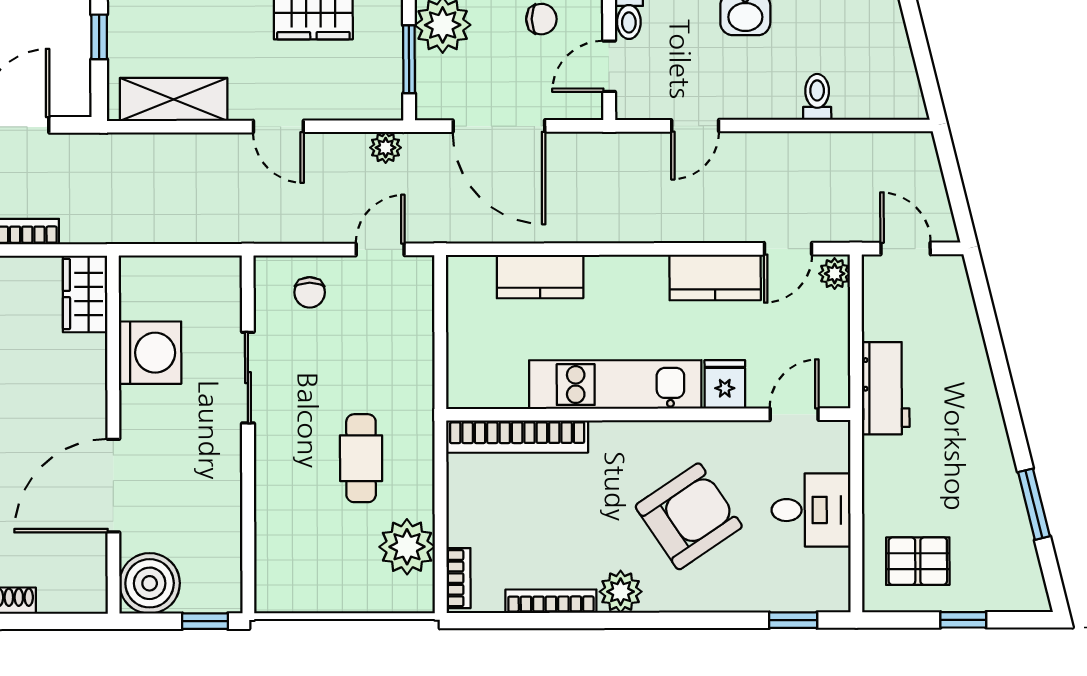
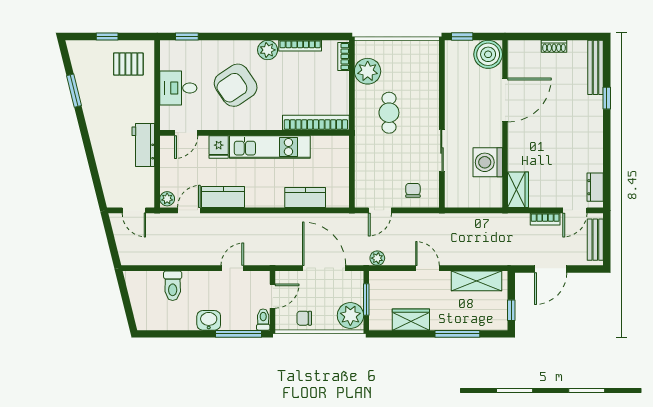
toilet: (817, 97) -> (173, 286), width x1.37, depth x1.39

